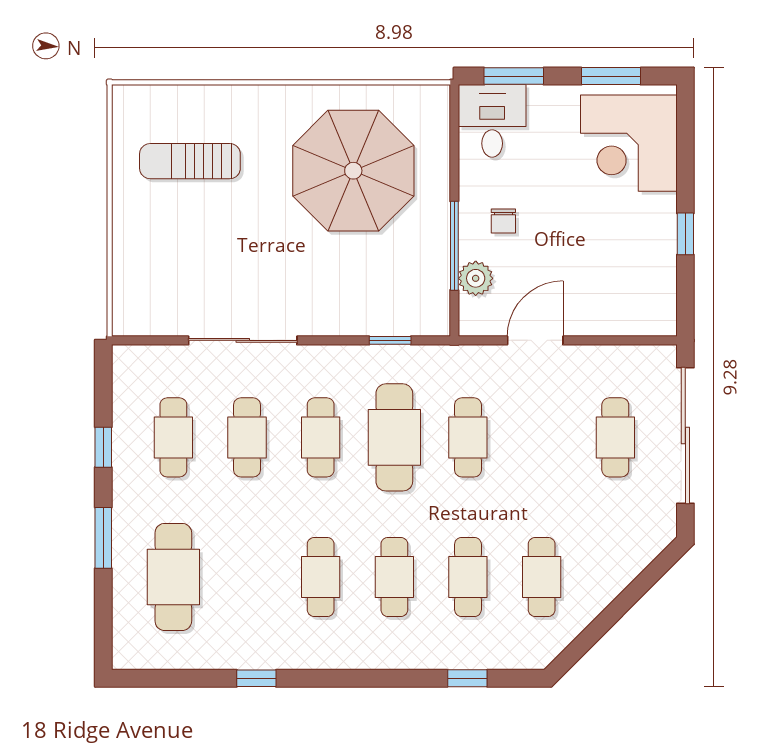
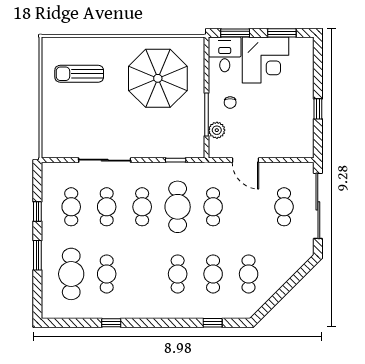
corner desk: (629, 143) -> (265, 60), moved, turned -90
door: (535, 340) -> (245, 160), swing flipped
cafe table: (321, 577) -> (107, 274), moved

